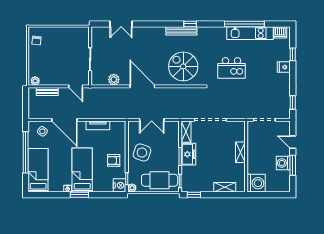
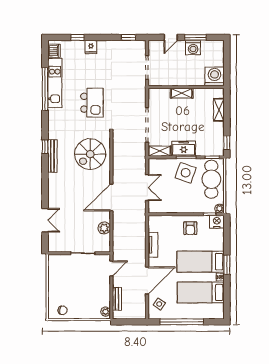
side table: (142, 153) -> (186, 173), moved
bed: (38, 170) -> (201, 292), moved

